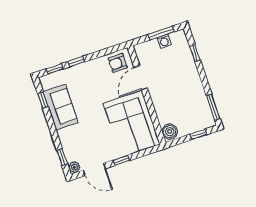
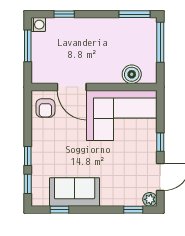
washing machine: (164, 41) -> (38, 25), moved
boiler: (170, 132) -> (132, 74), moved
window: (198, 134) -> (160, 42), width x2.17

